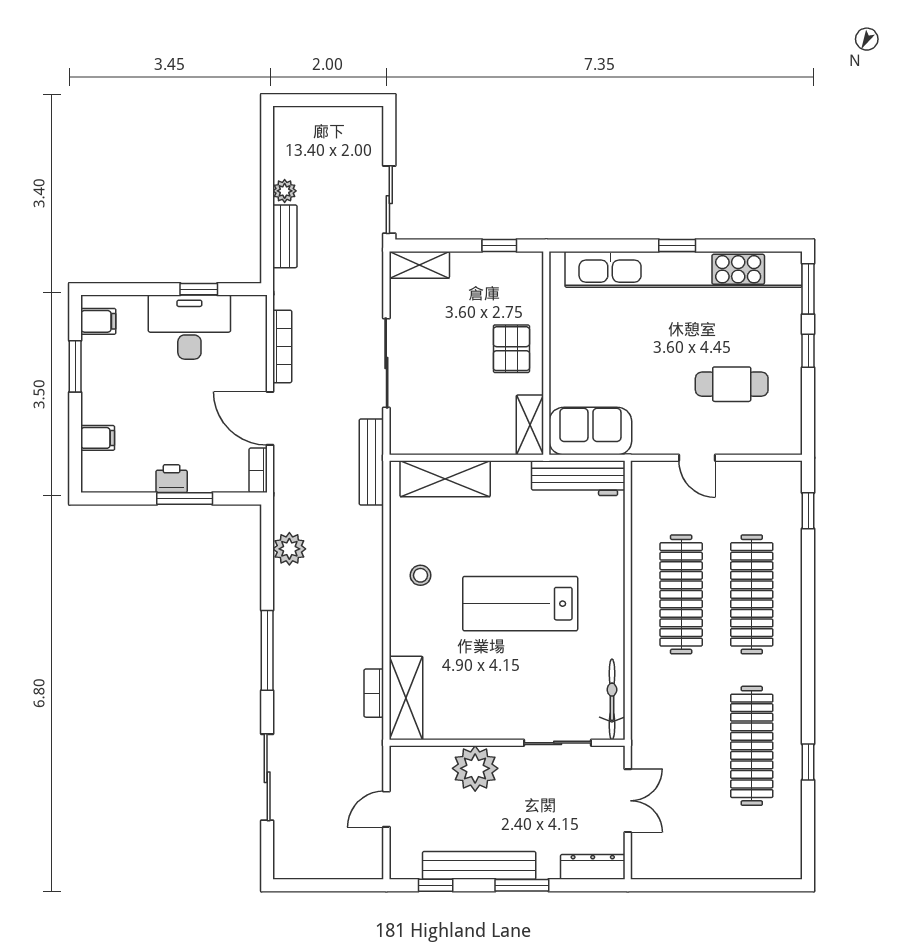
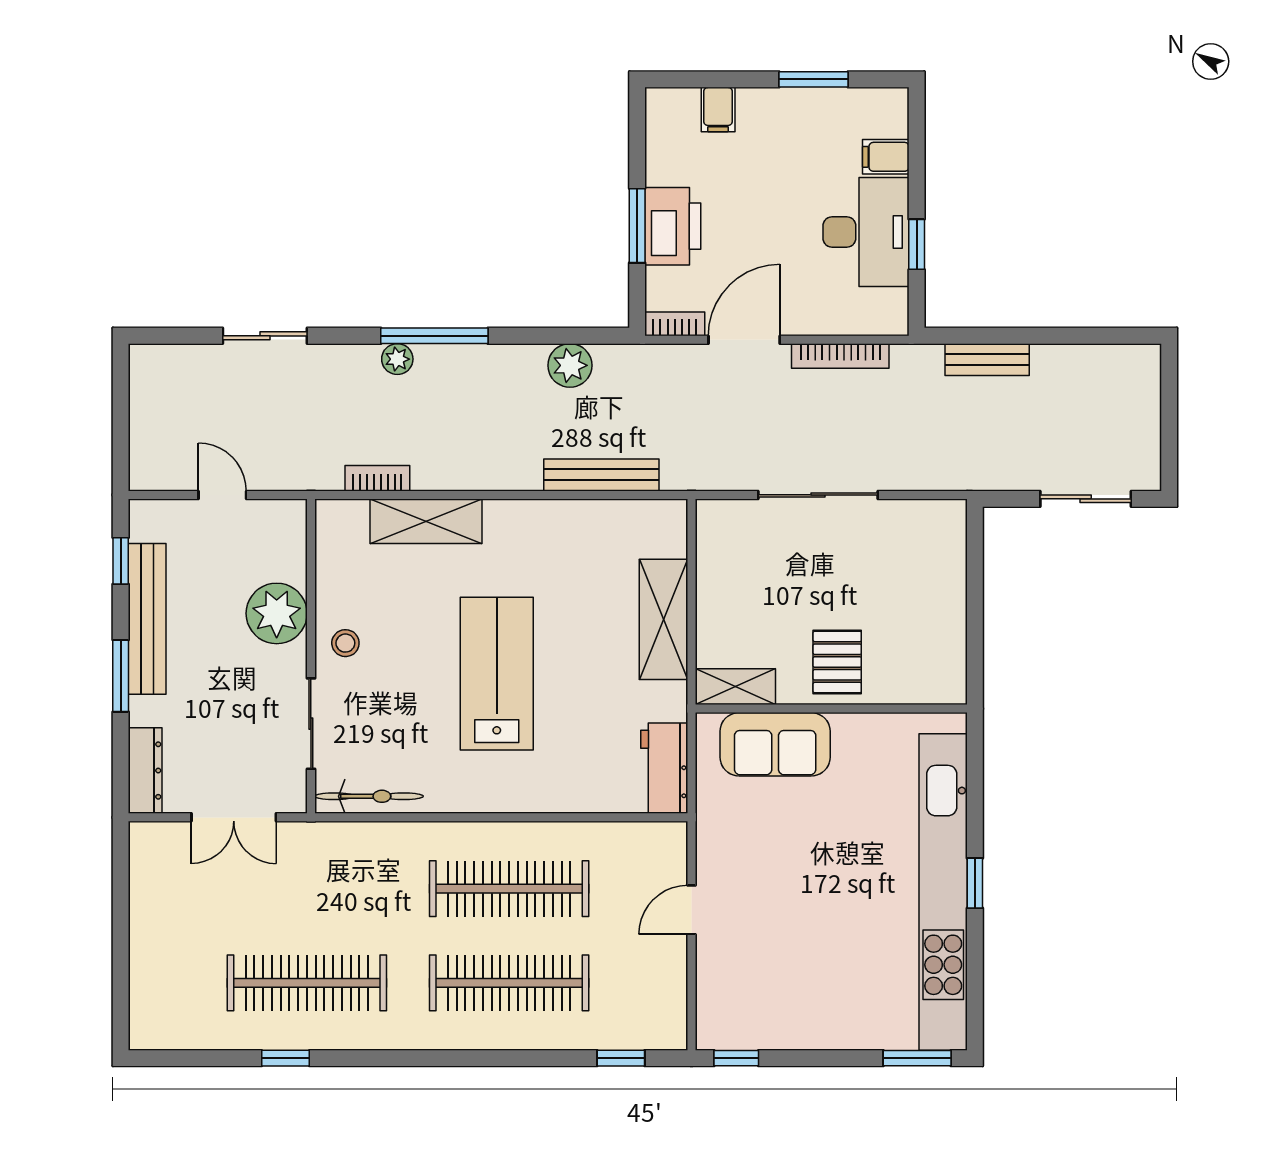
plant: (285, 191) -> (397, 359), moved
sliding door: (389, 200) -> (1086, 499), moved
window: (499, 246) -> (975, 646), removed
shelving: (419, 265) -> (949, 539), removed
filing cabinet: (98, 321) -> (886, 157), moved, turned 90
pallet: (511, 349) -> (837, 662), turned 90
window: (808, 351) -> (736, 1058), moved
cafe table: (732, 384) -> (790, 956), removed
sofa: (590, 431) -> (775, 744), moved, turned 90
bench: (371, 462) -> (601, 475), moved
workbench: (578, 478) -> (664, 768), width x0.73
printer: (172, 479) -> (673, 226), width x1.87, depth x1.48
shelving: (445, 479) -> (664, 619), moved
stool: (421, 575) -> (345, 643), moved
shelving: (406, 698) -> (426, 521), moved
sliding door: (267, 777) -> (265, 336), width x0.73

